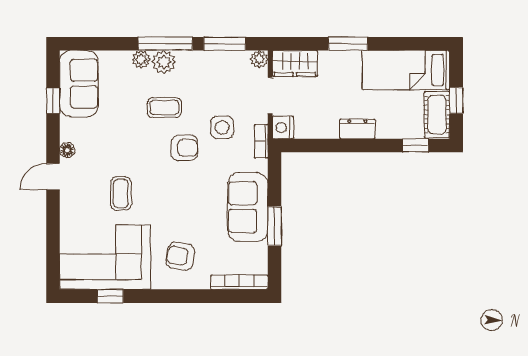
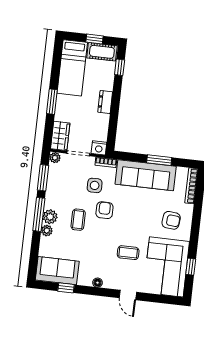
door: (53, 177) -> (128, 295), moved
sofa: (248, 207) -> (146, 175), width x1.36
armchair: (180, 256) -> (171, 220), turned -96

